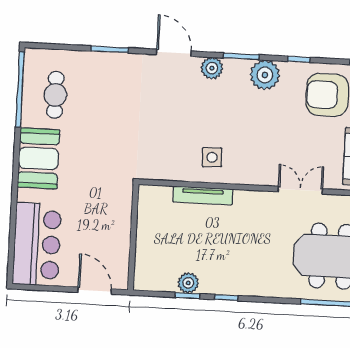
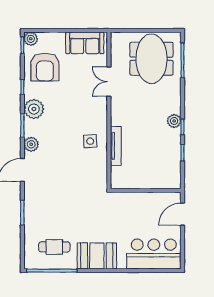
plant: (188, 283) -> (174, 121), moved

